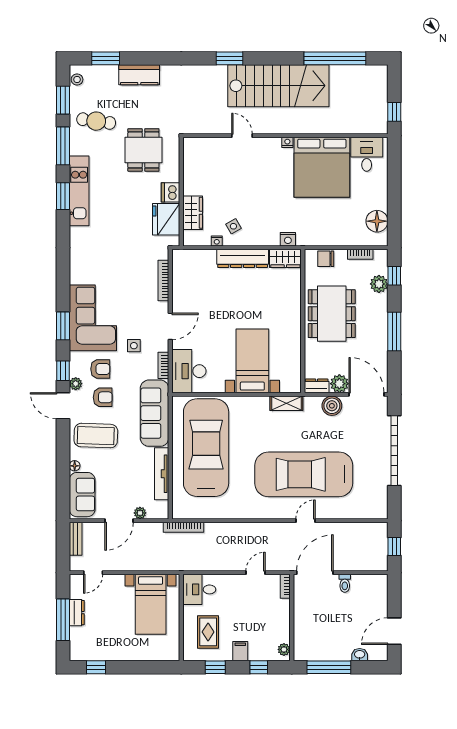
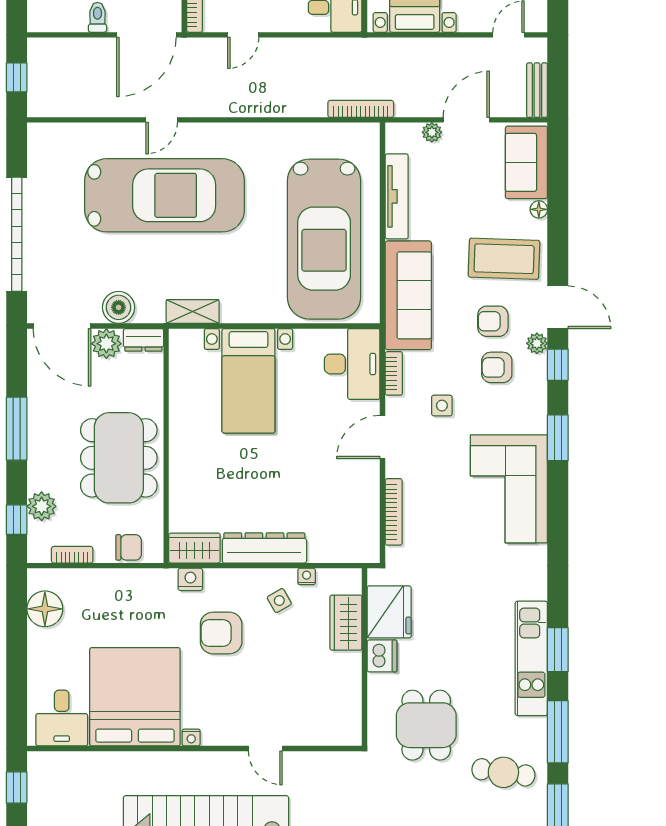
armchair: (269, 206) -> (221, 633), added
corner sofa: (93, 318) -> (509, 489), moved

